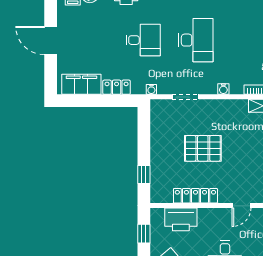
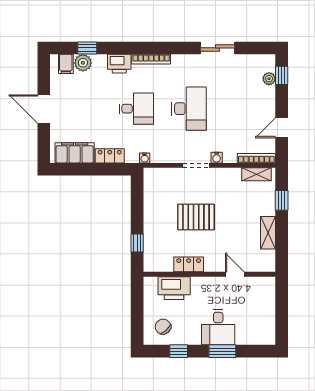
doorway: (186, 97) -> (196, 165), moved
locker: (195, 196) -> (189, 264), width x0.66
door: (242, 206) -> (235, 274), swing flipped
window: (144, 234) -> (137, 302), removed

